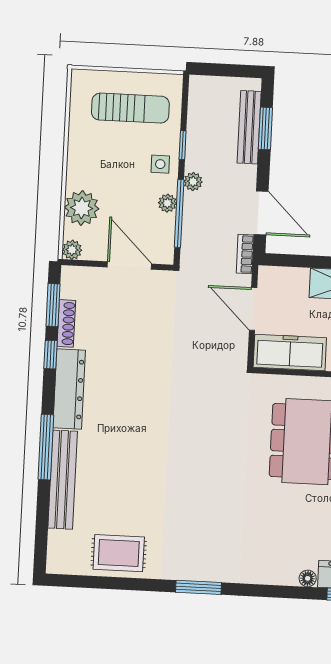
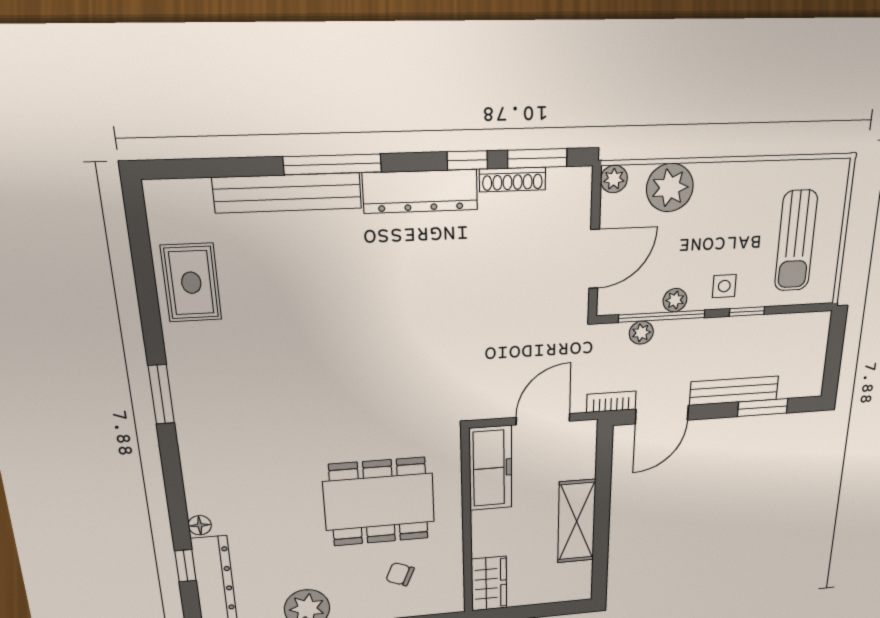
bench: (249, 127) -> (734, 391), moved
plant: (193, 182) -> (641, 333), moved

